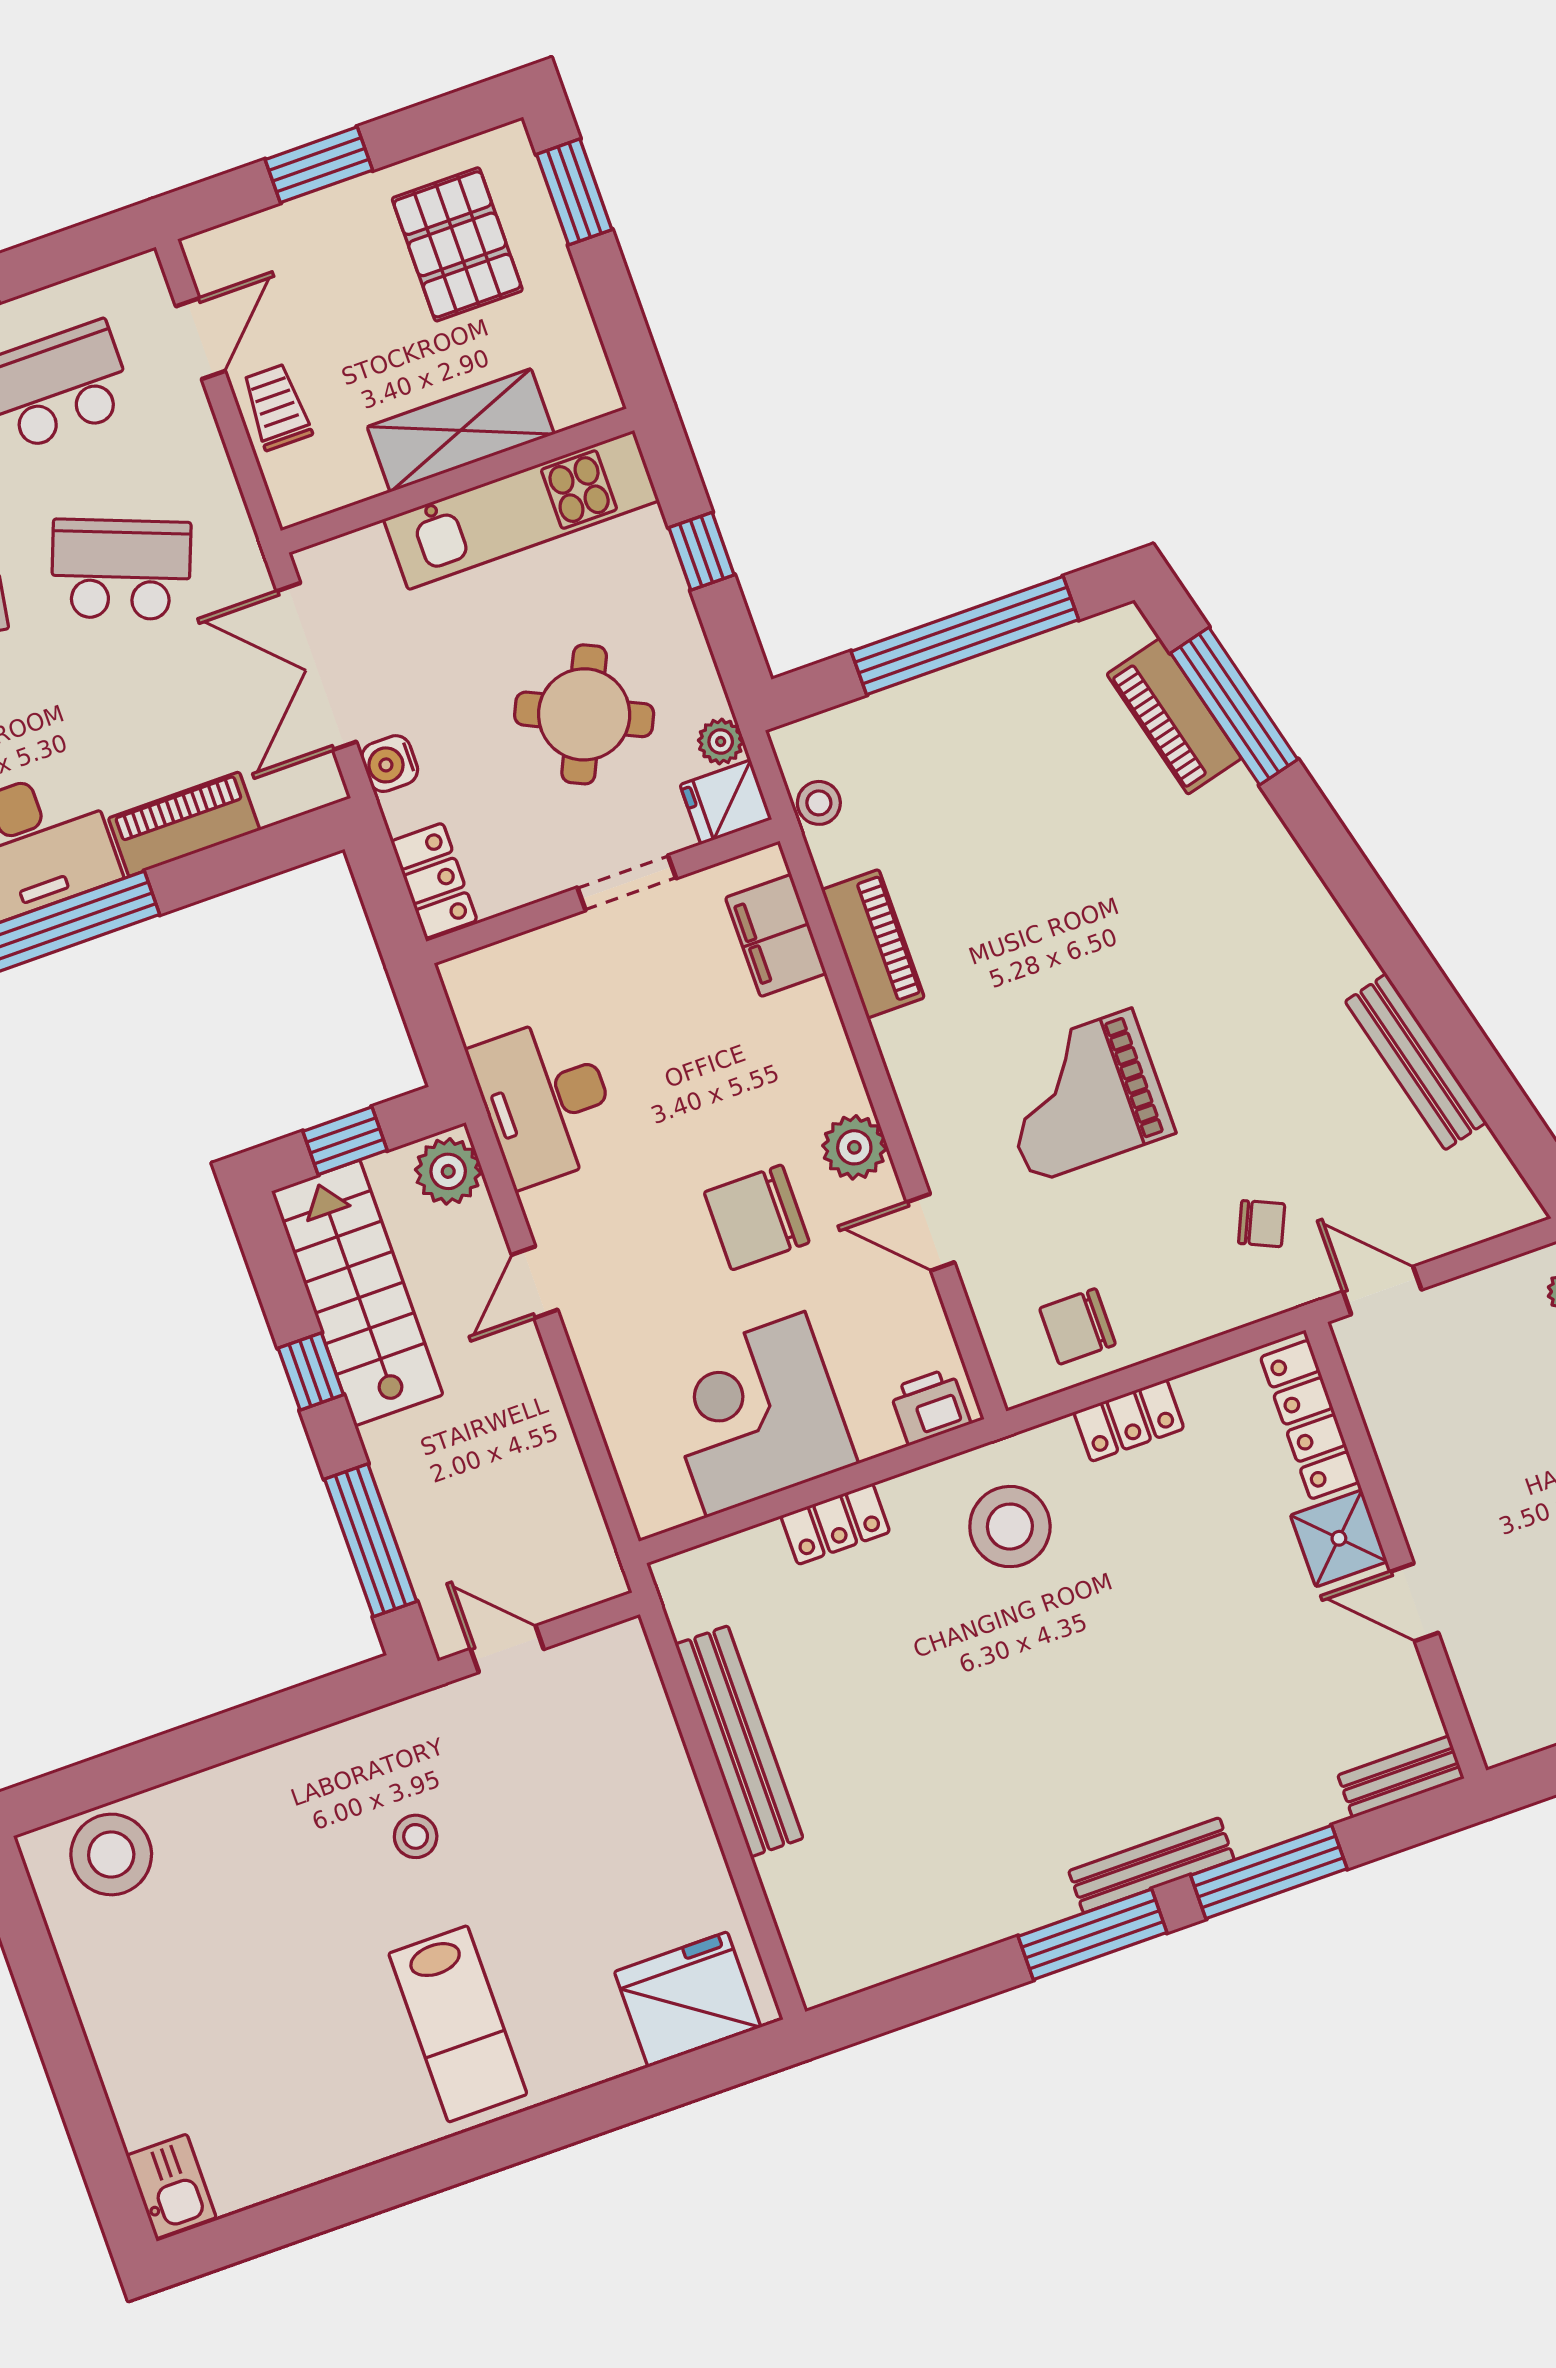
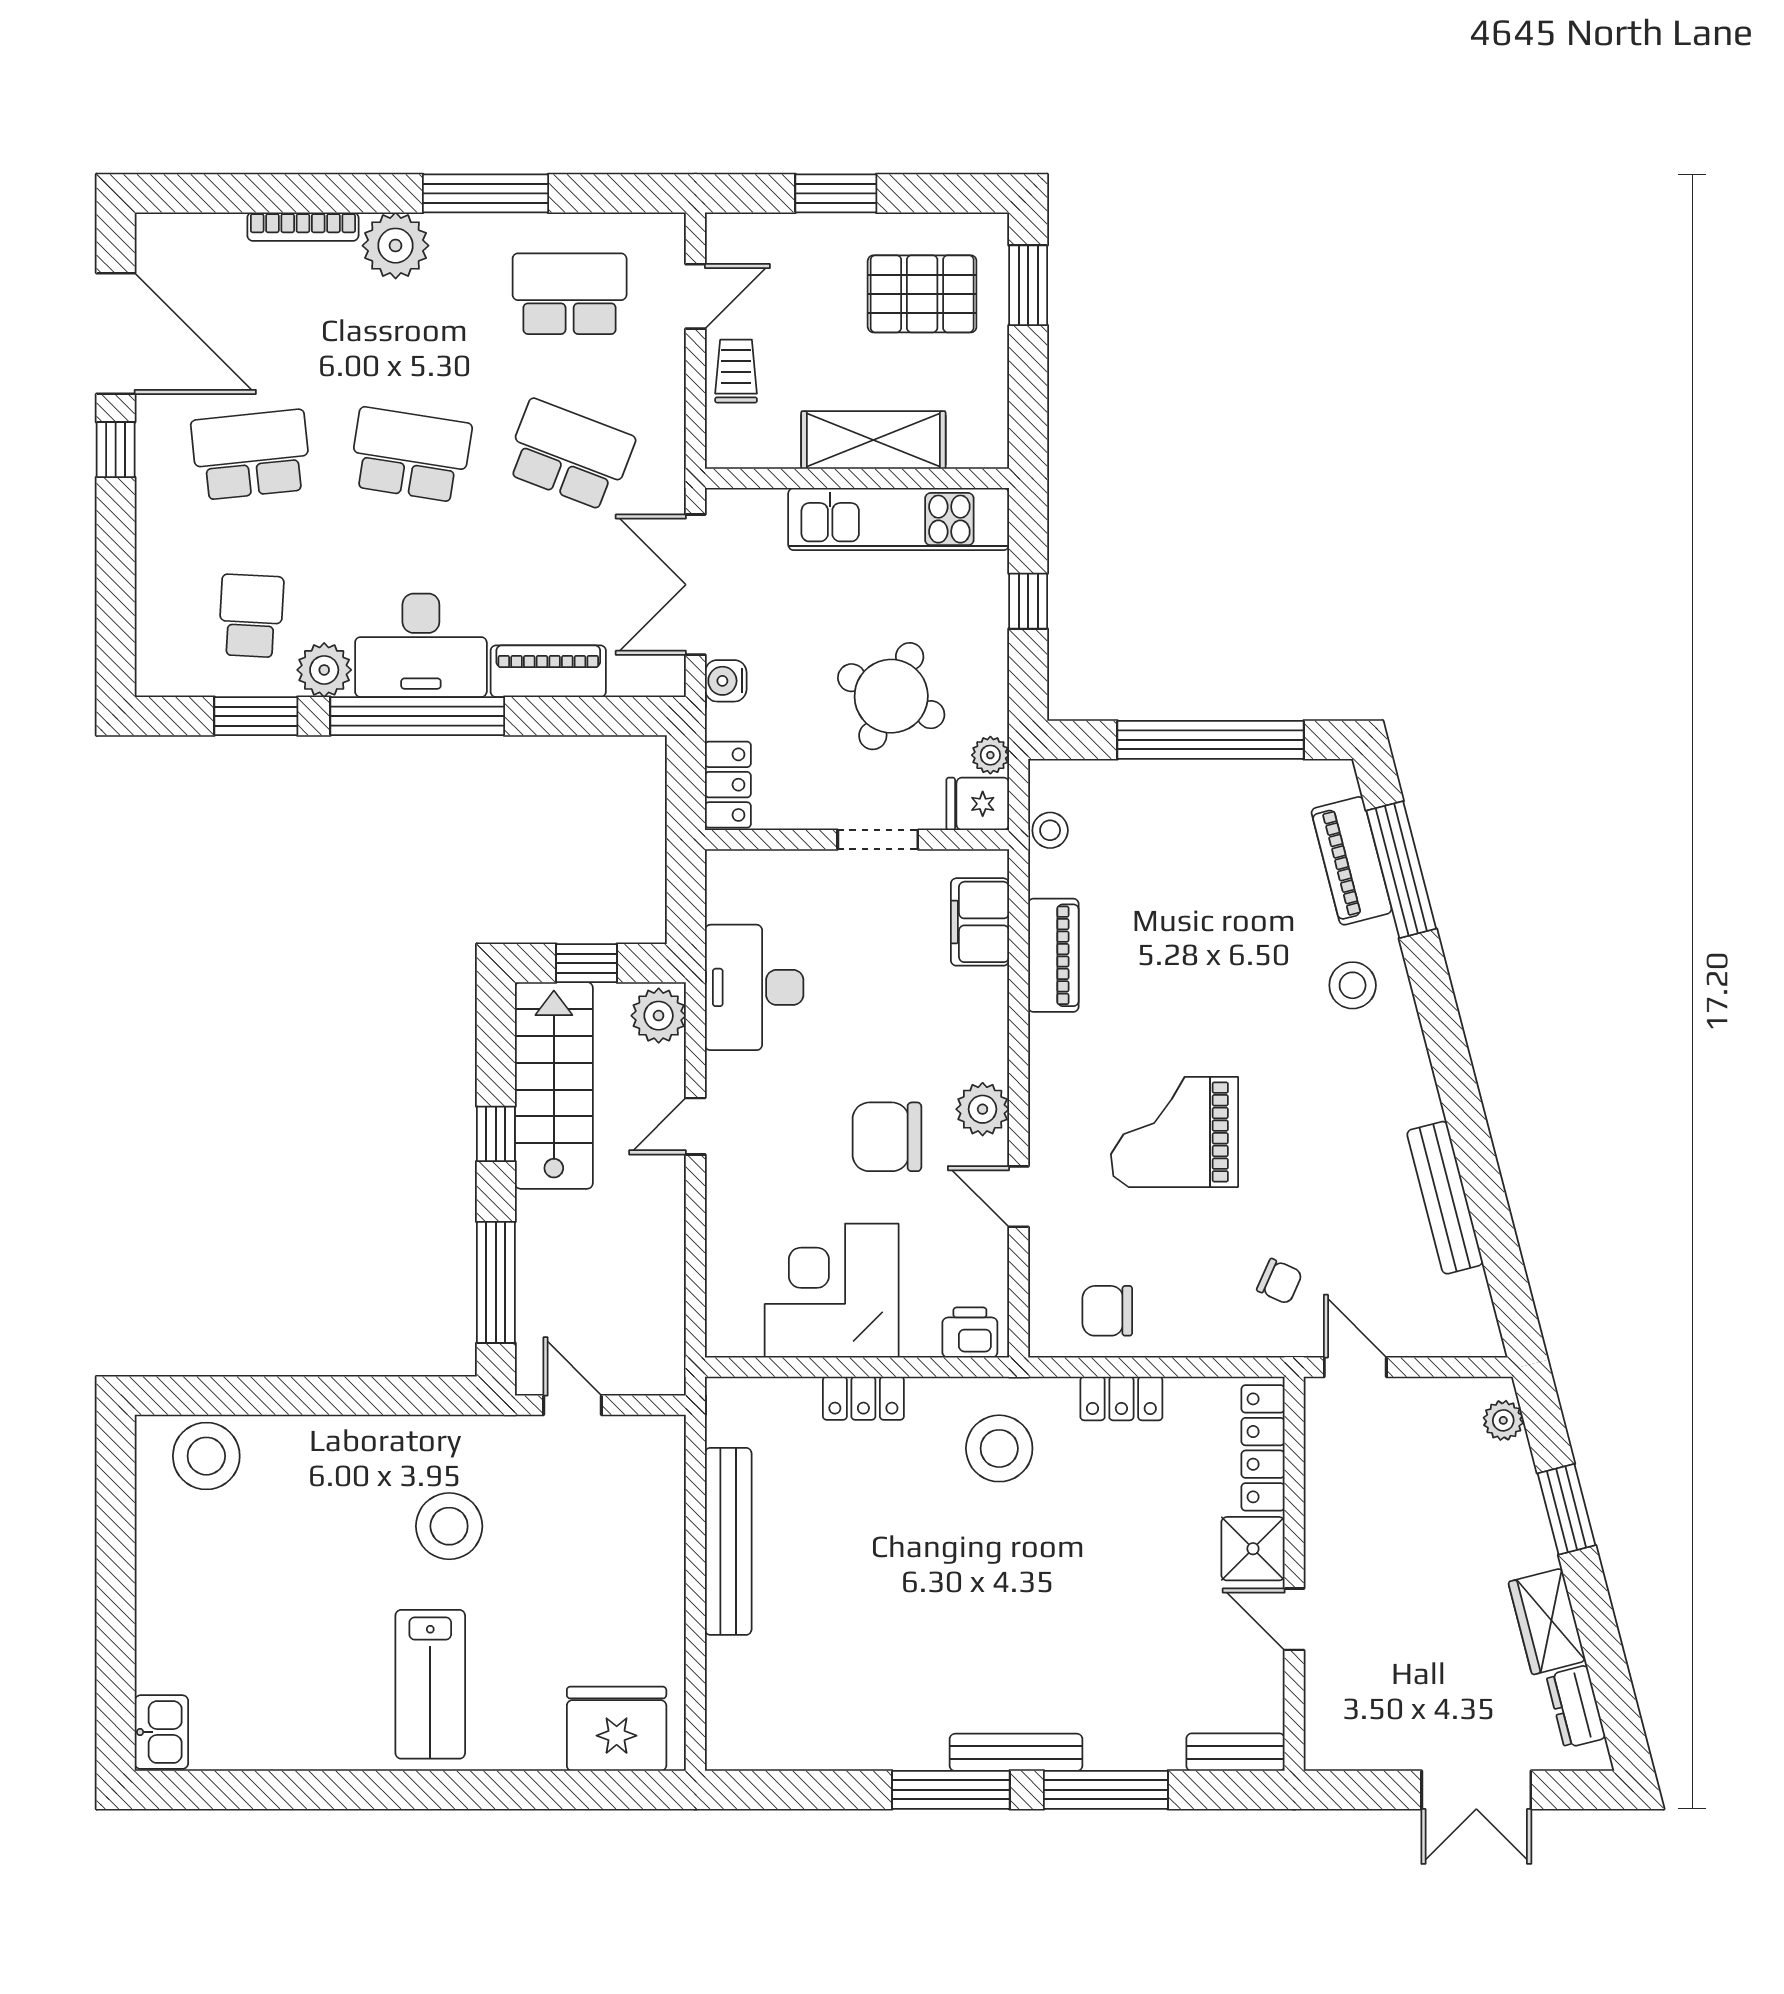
pallet: (457, 244) -> (922, 294), turned 90
stool: (1225, 857) -> (1353, 985), added
stool: (416, 1836) -> (449, 1526), width x1.89, depth x1.89

